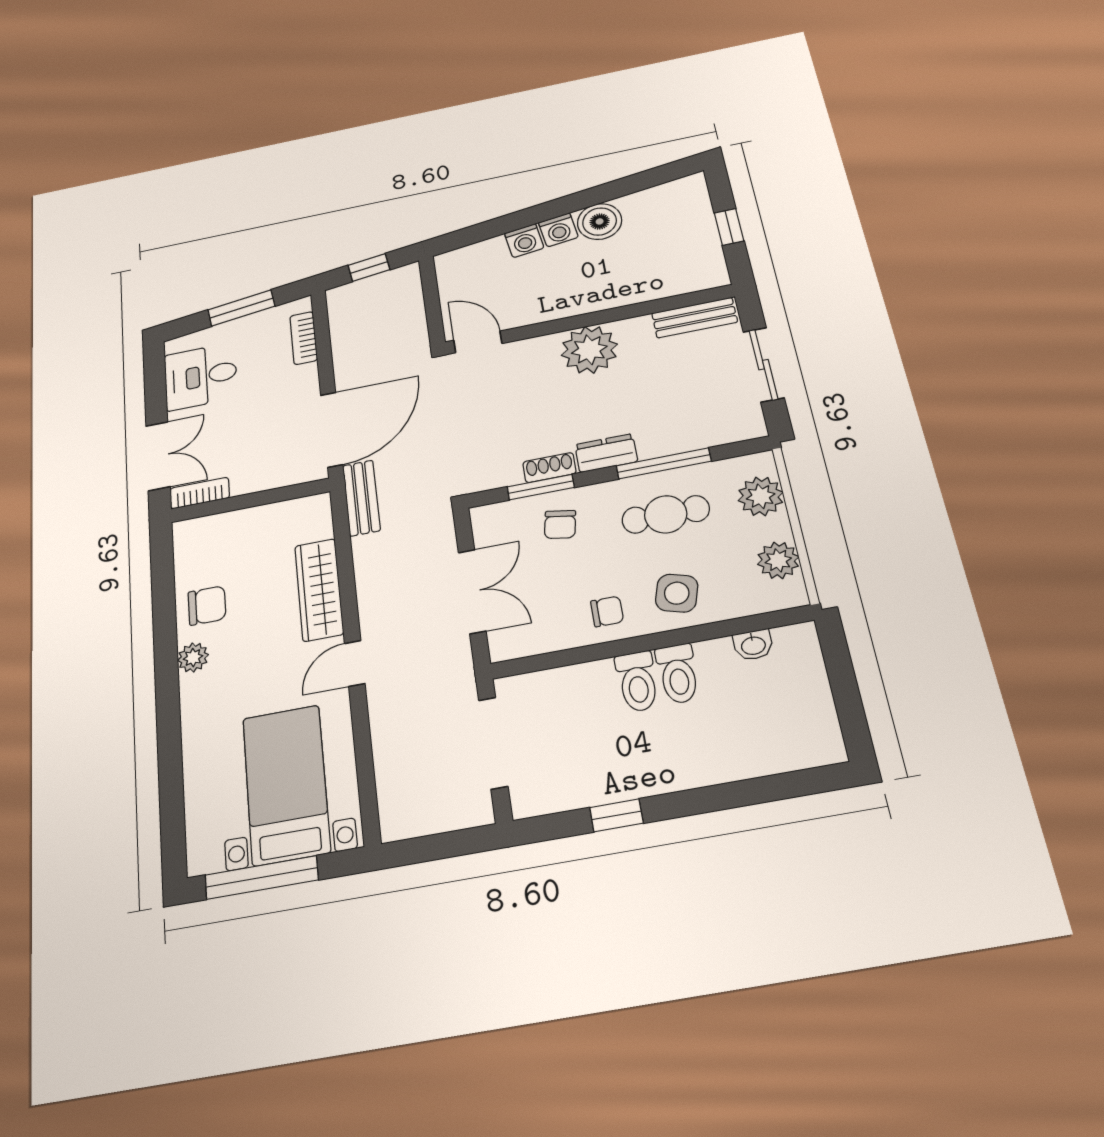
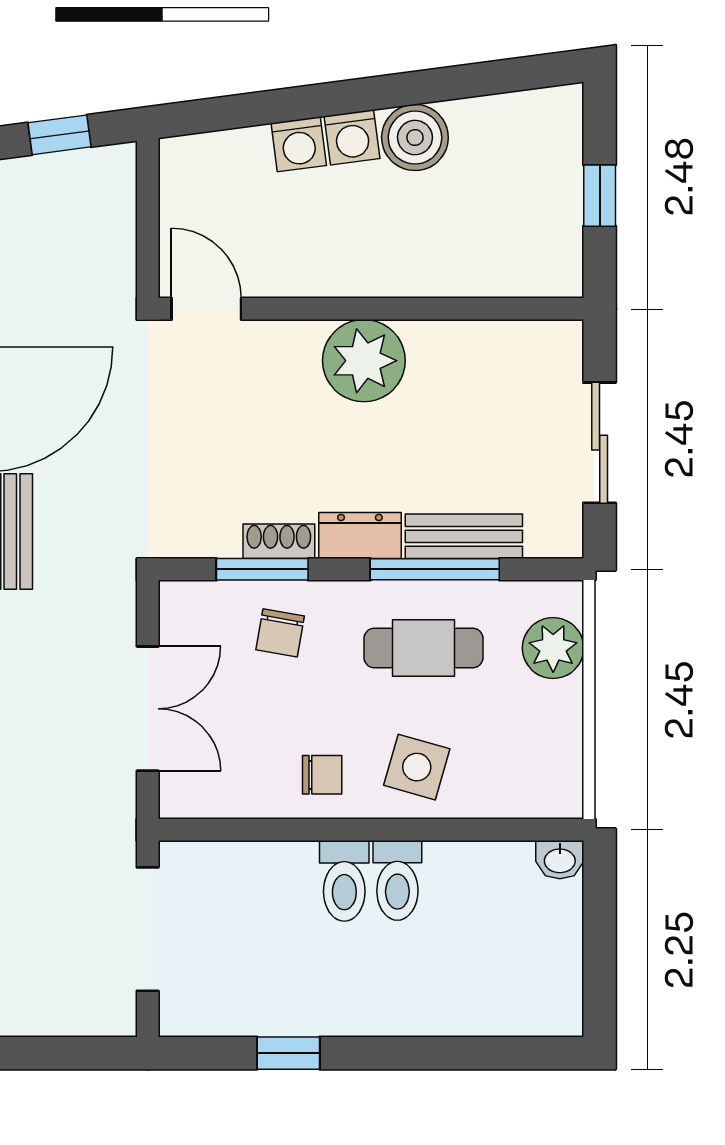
bench: (695, 318) -> (464, 536), moved
plant: (778, 560) -> (556, 747), removed
washbasin: (753, 645) -> (560, 860), moved

